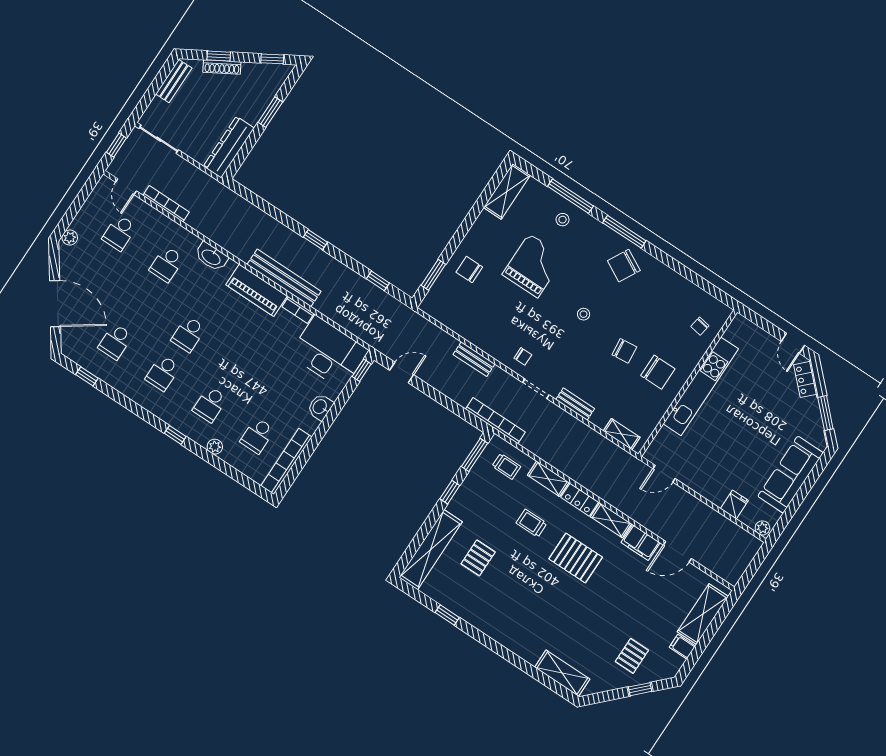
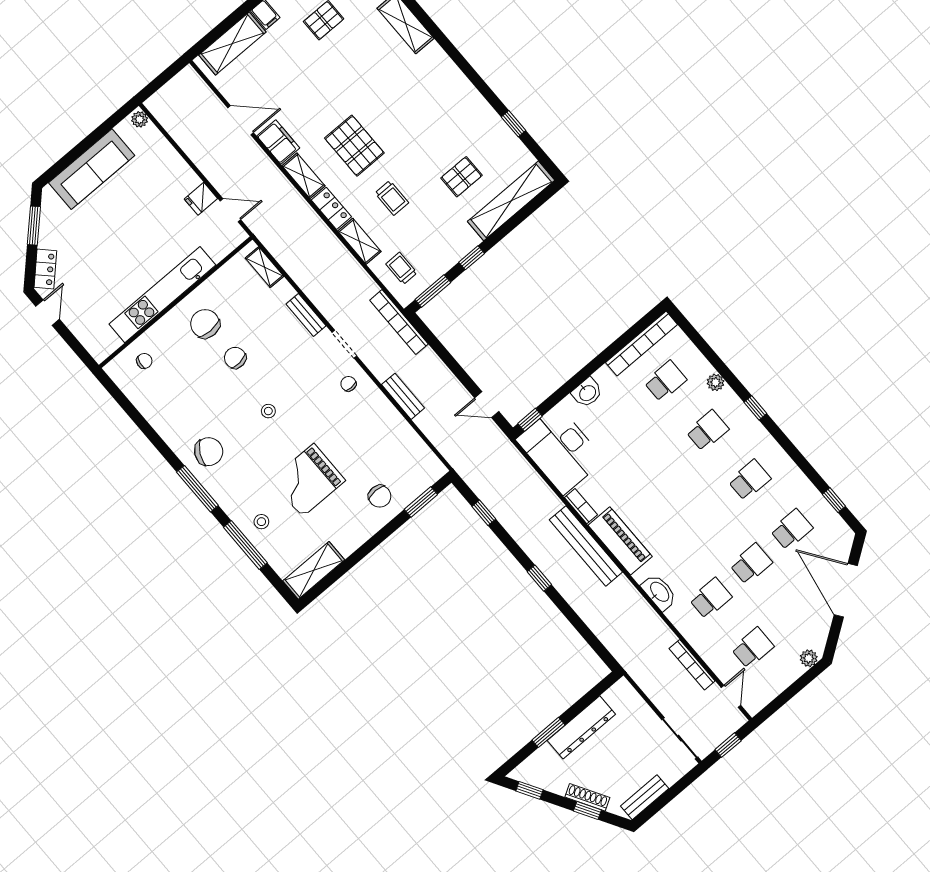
dresser: (229, 147) -> (581, 727), moved
school desk: (188, 334) -> (751, 564), moved
fridge: (734, 504) -> (201, 199), moved

